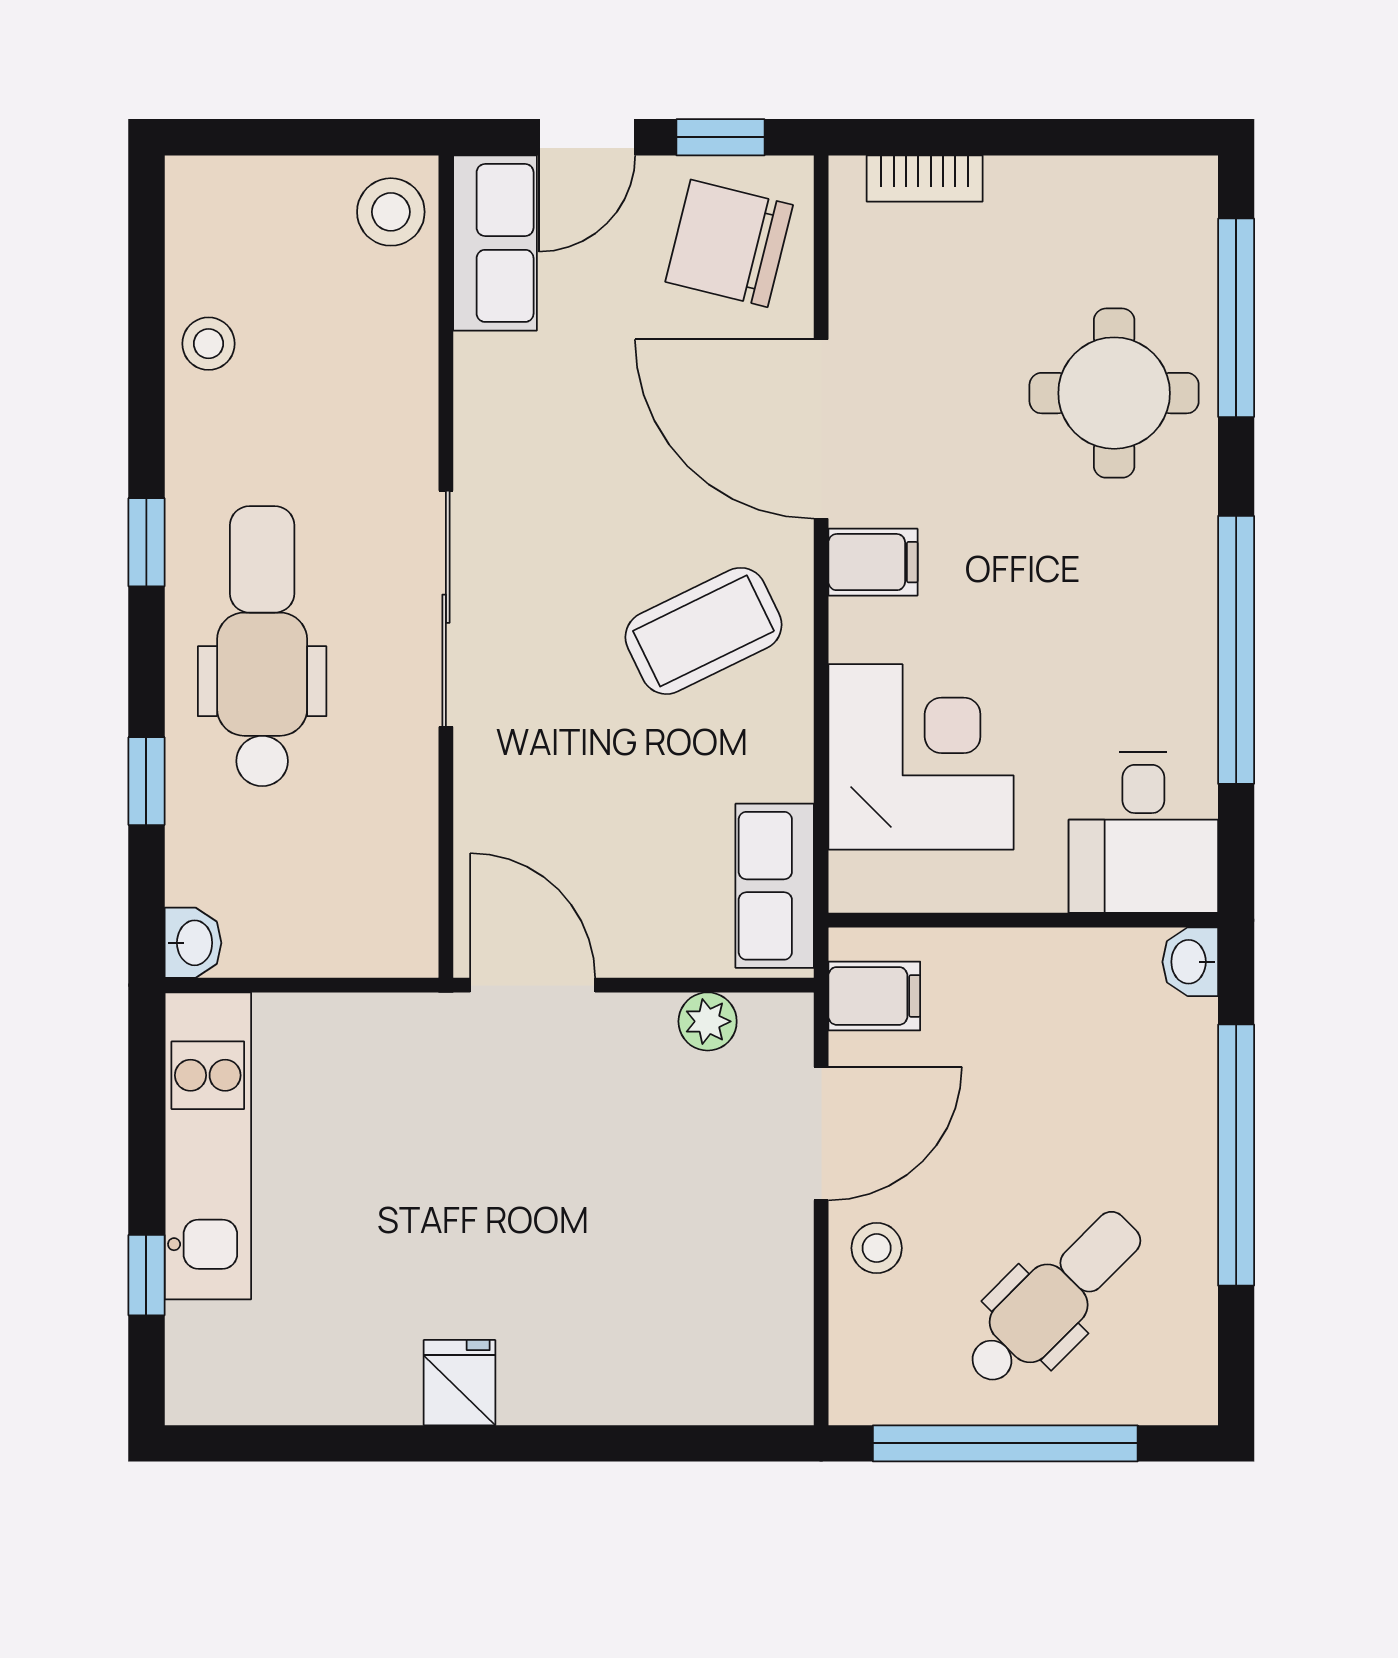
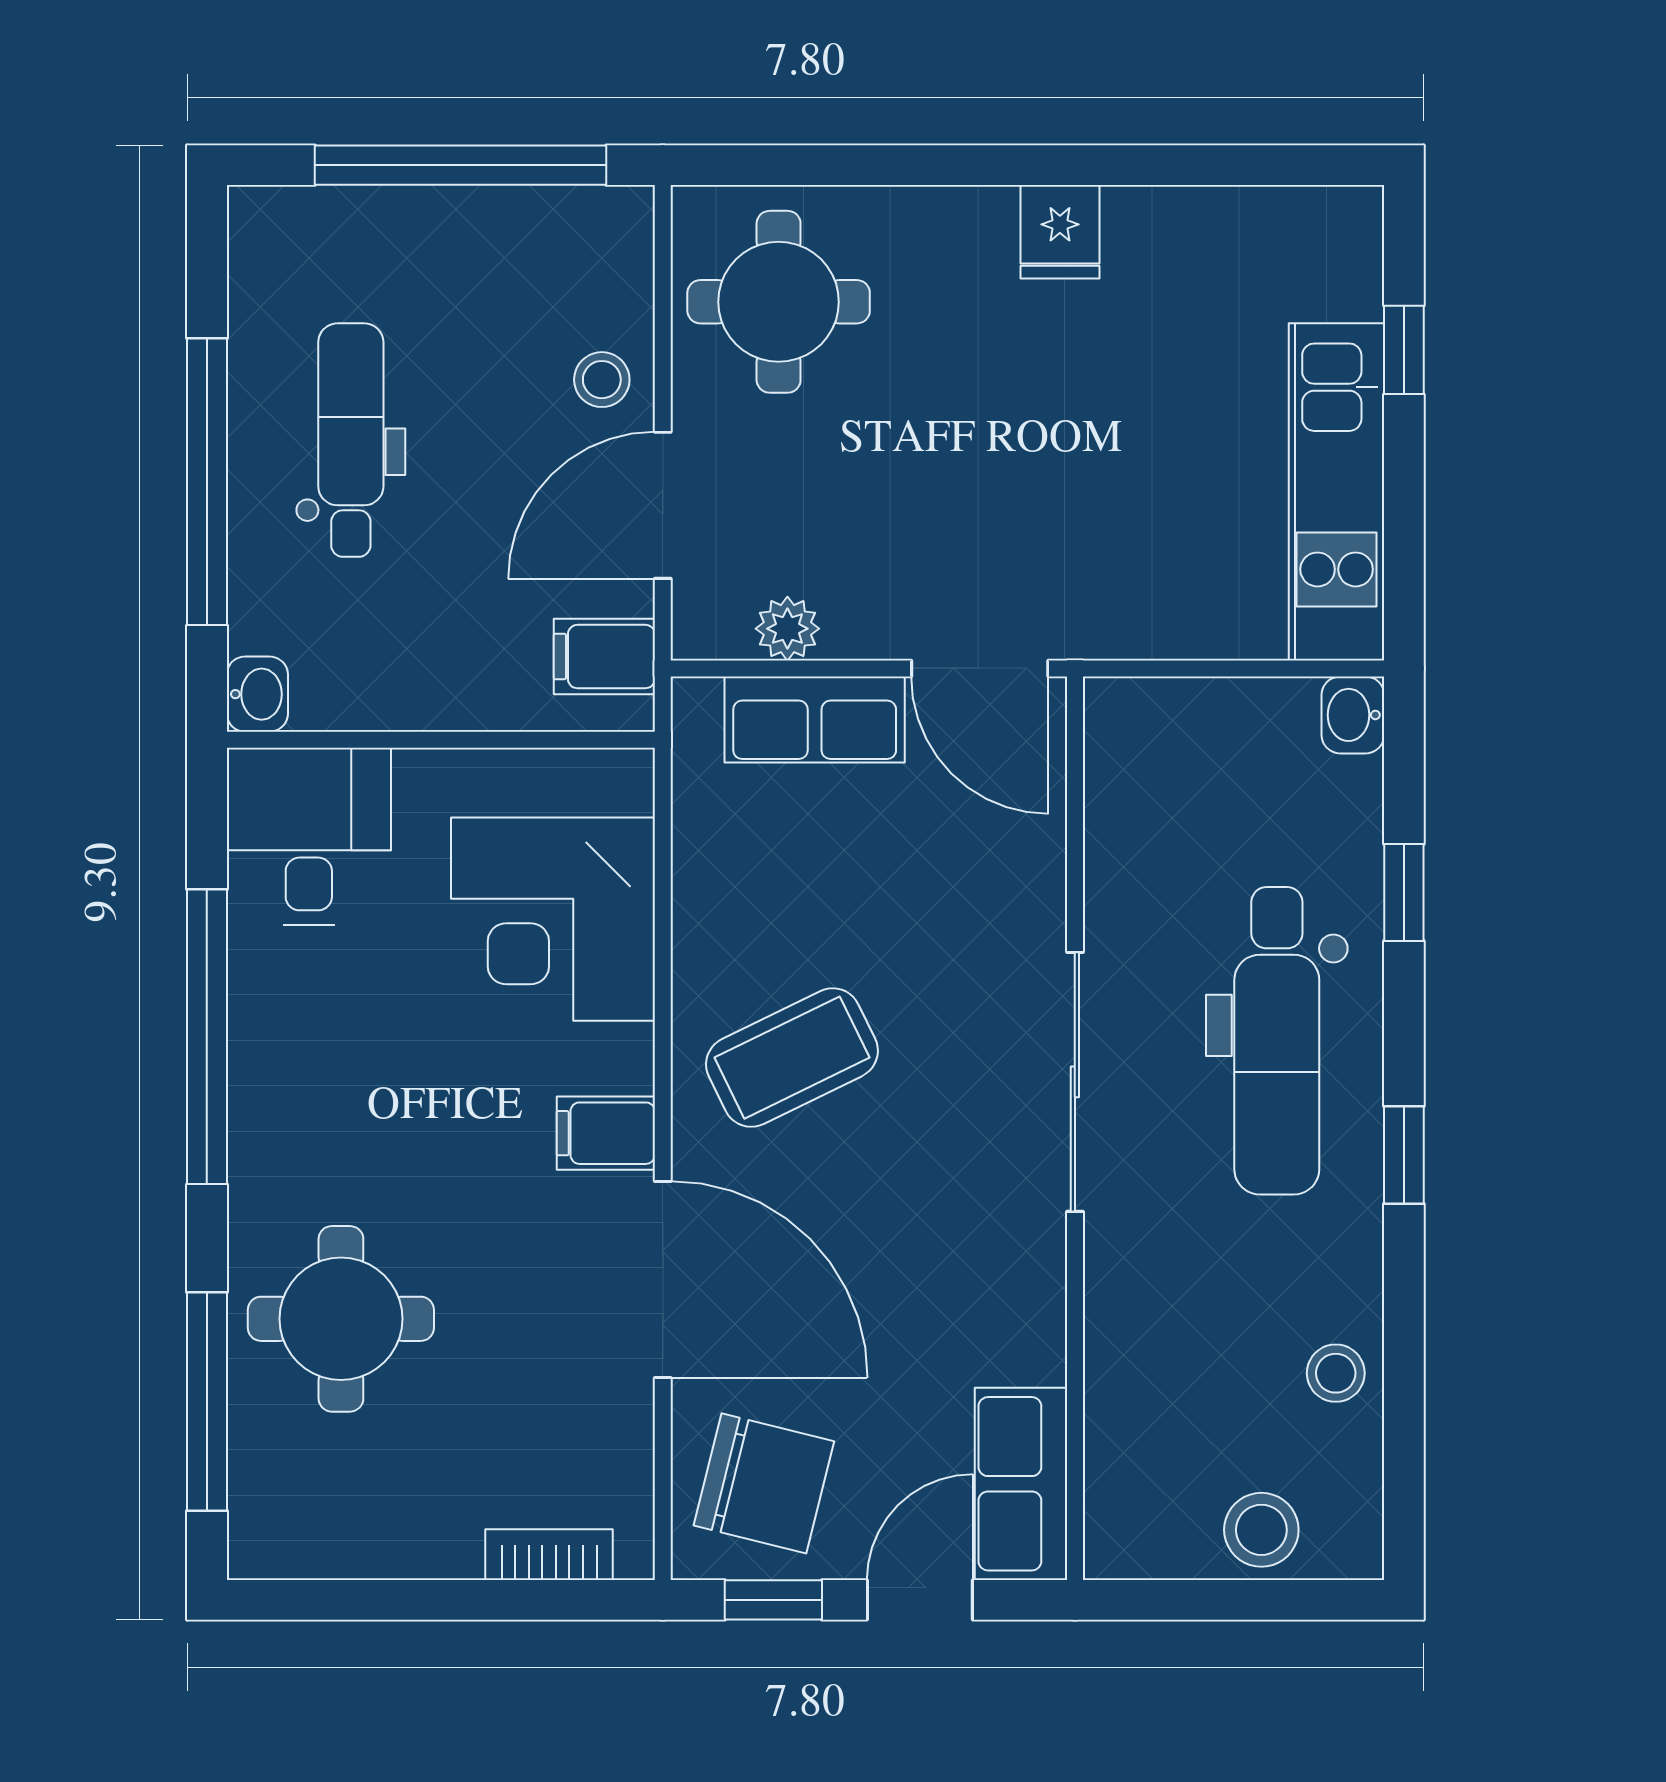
stool: (391, 212) -> (1261, 1530), moved
row of seats: (775, 886) -> (815, 719), moved, turned 90
dental chair: (1054, 1298) -> (351, 440), moved, turned 135
round table: (716, 1319) -> (779, 302), added

